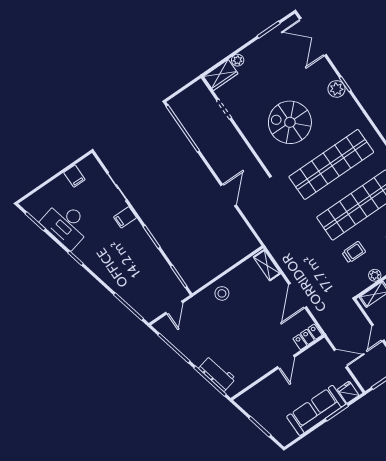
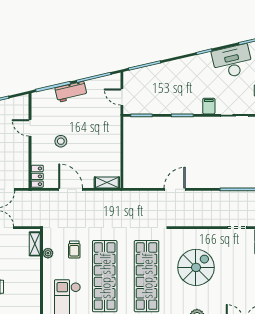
door: (228, 195) -> (175, 189), swing flipped
stool: (222, 293) -> (61, 141), moved
door: (286, 362) -> (30, 128), moved
workbench: (217, 373) -> (71, 92), moved

